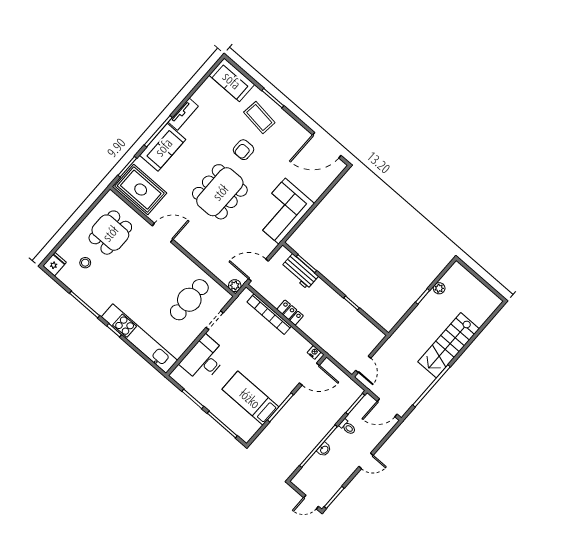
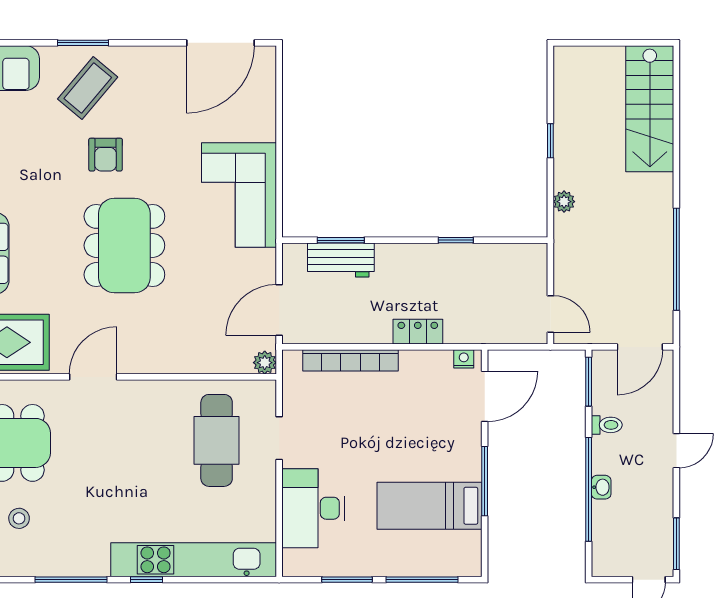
coffee table: (259, 117) -> (88, 88), turned -57
plant: (439, 288) -> (564, 202), moved
locker: (290, 312) -> (418, 332), moved
stairs: (449, 345) -> (650, 109), moved

